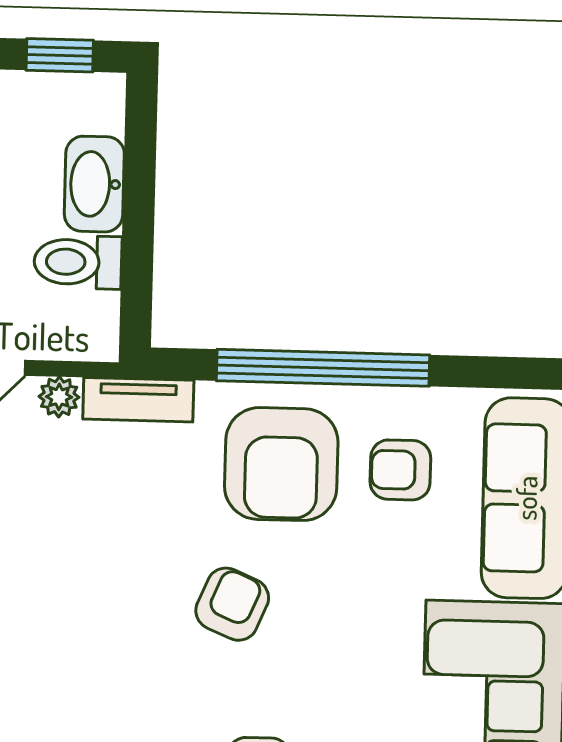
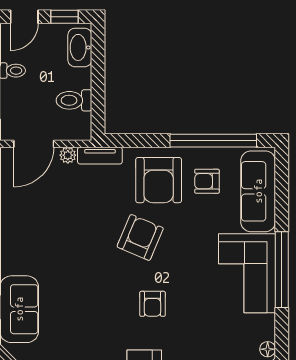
washbasin: (94, 184) -> (80, 47), moved
window: (323, 368) -> (213, 141), moved
armchair: (232, 604) -> (140, 237), width x1.38, depth x1.38

